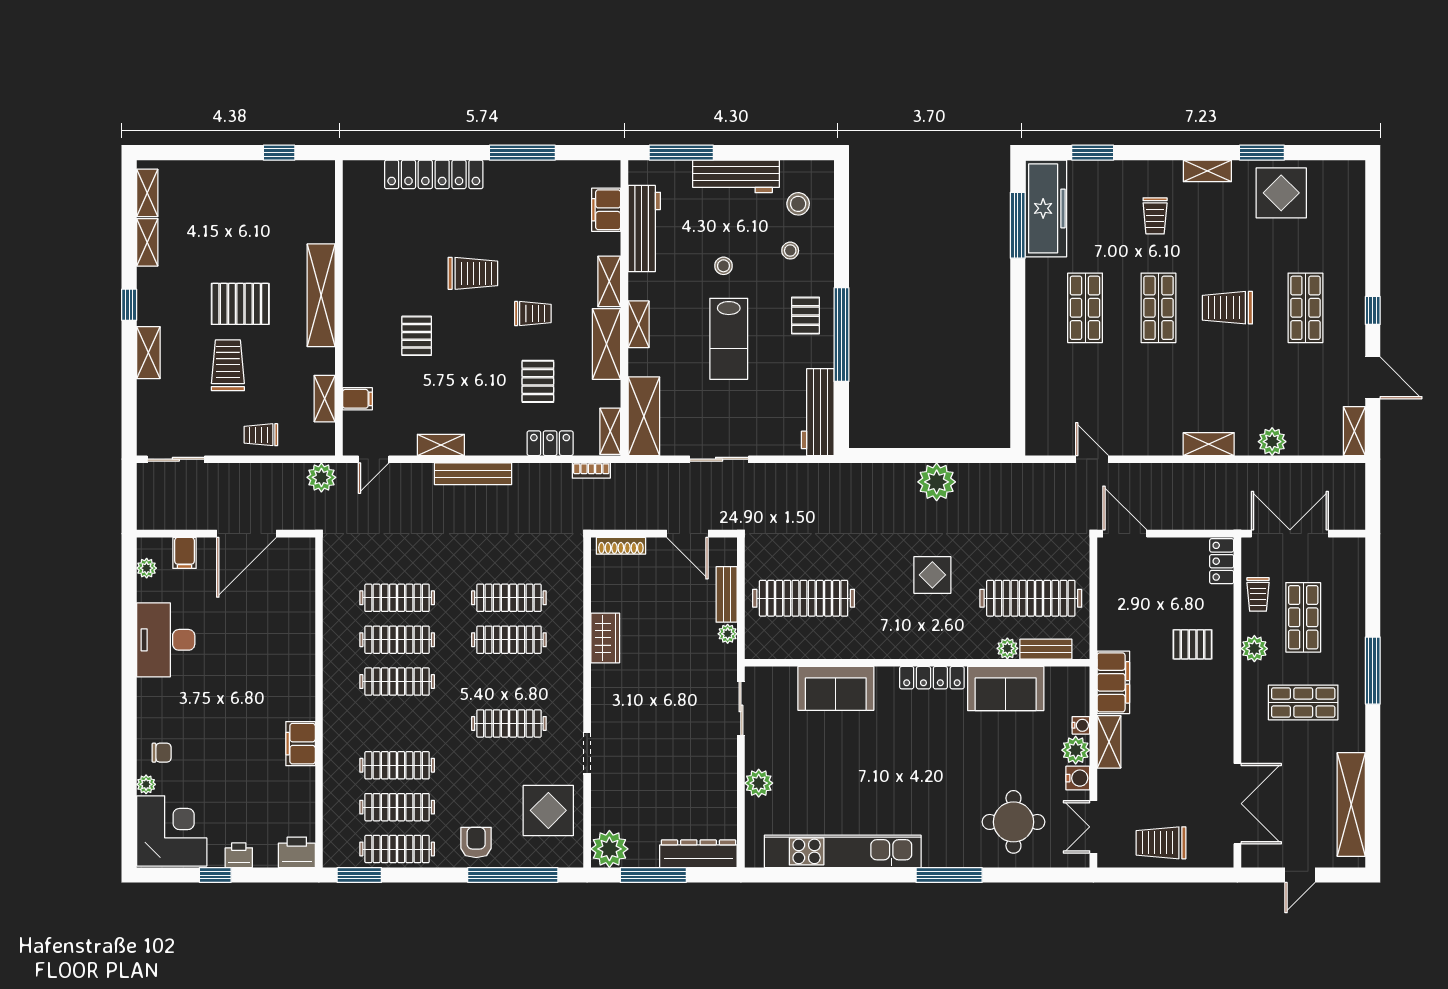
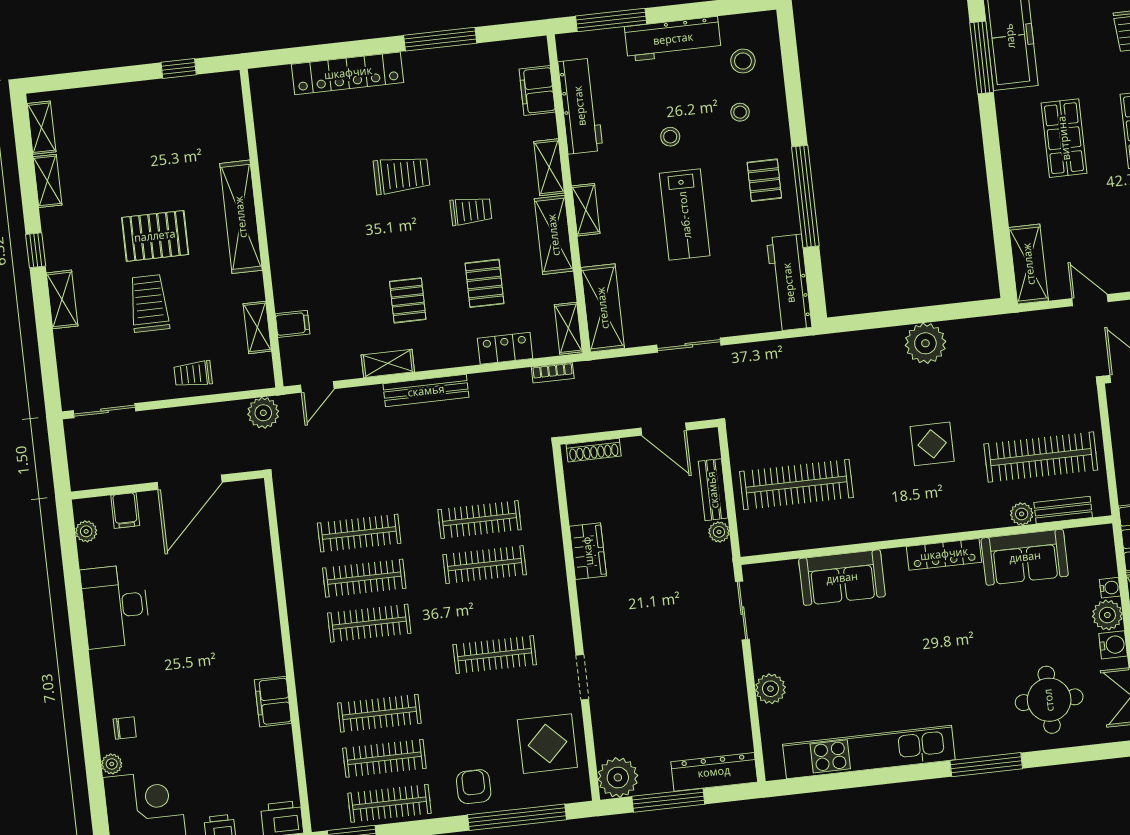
pallet: (417, 336) -> (408, 300), moved
shelving: (1039, 420) -> (1029, 264), added

